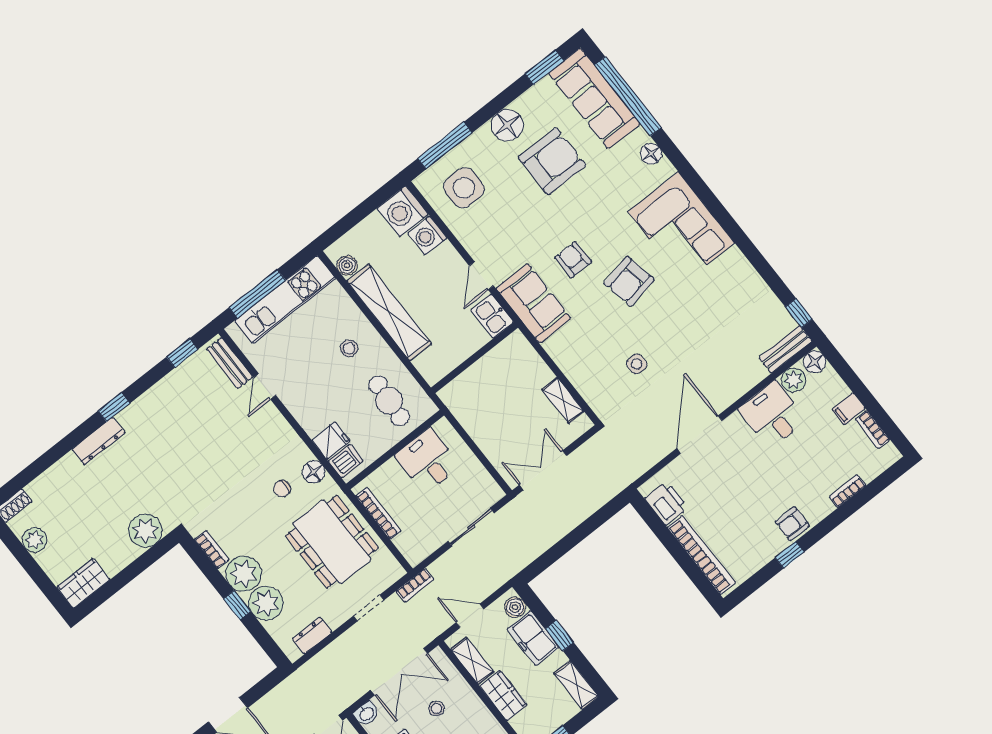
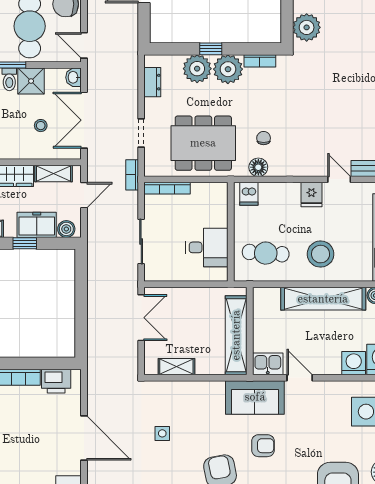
stool: (349, 348) -> (321, 254), width x1.89, depth x1.89
shelving: (489, 367) -> (236, 335), added
fridge: (331, 441) -> (311, 195), moved
bookcase: (378, 513) -> (167, 188), moved

